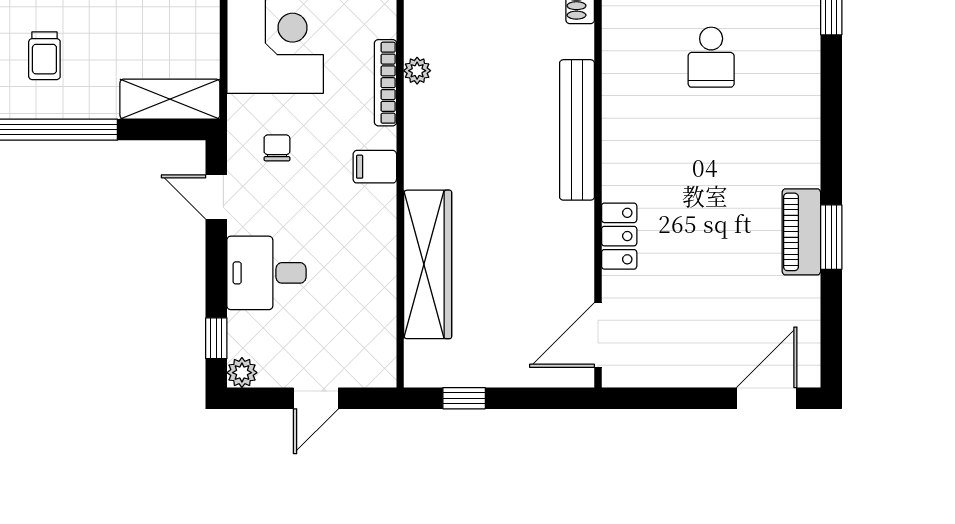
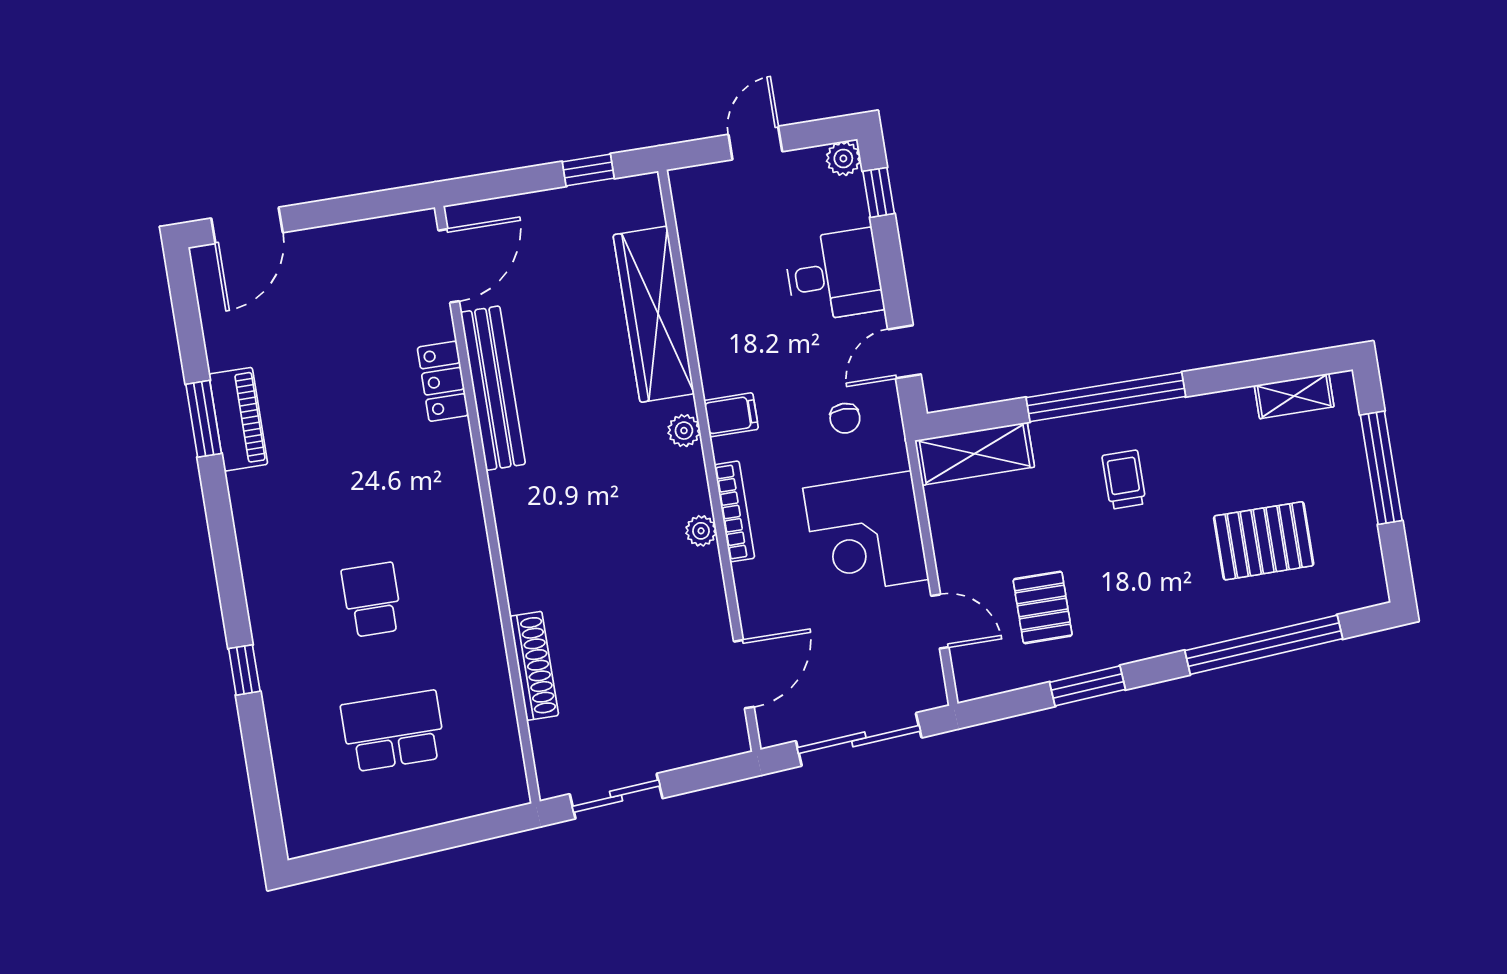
bench: (577, 130) -> (493, 388), moved
plant: (418, 160) -> (684, 431), added
door: (216, 197) -> (904, 352), swing flipped

